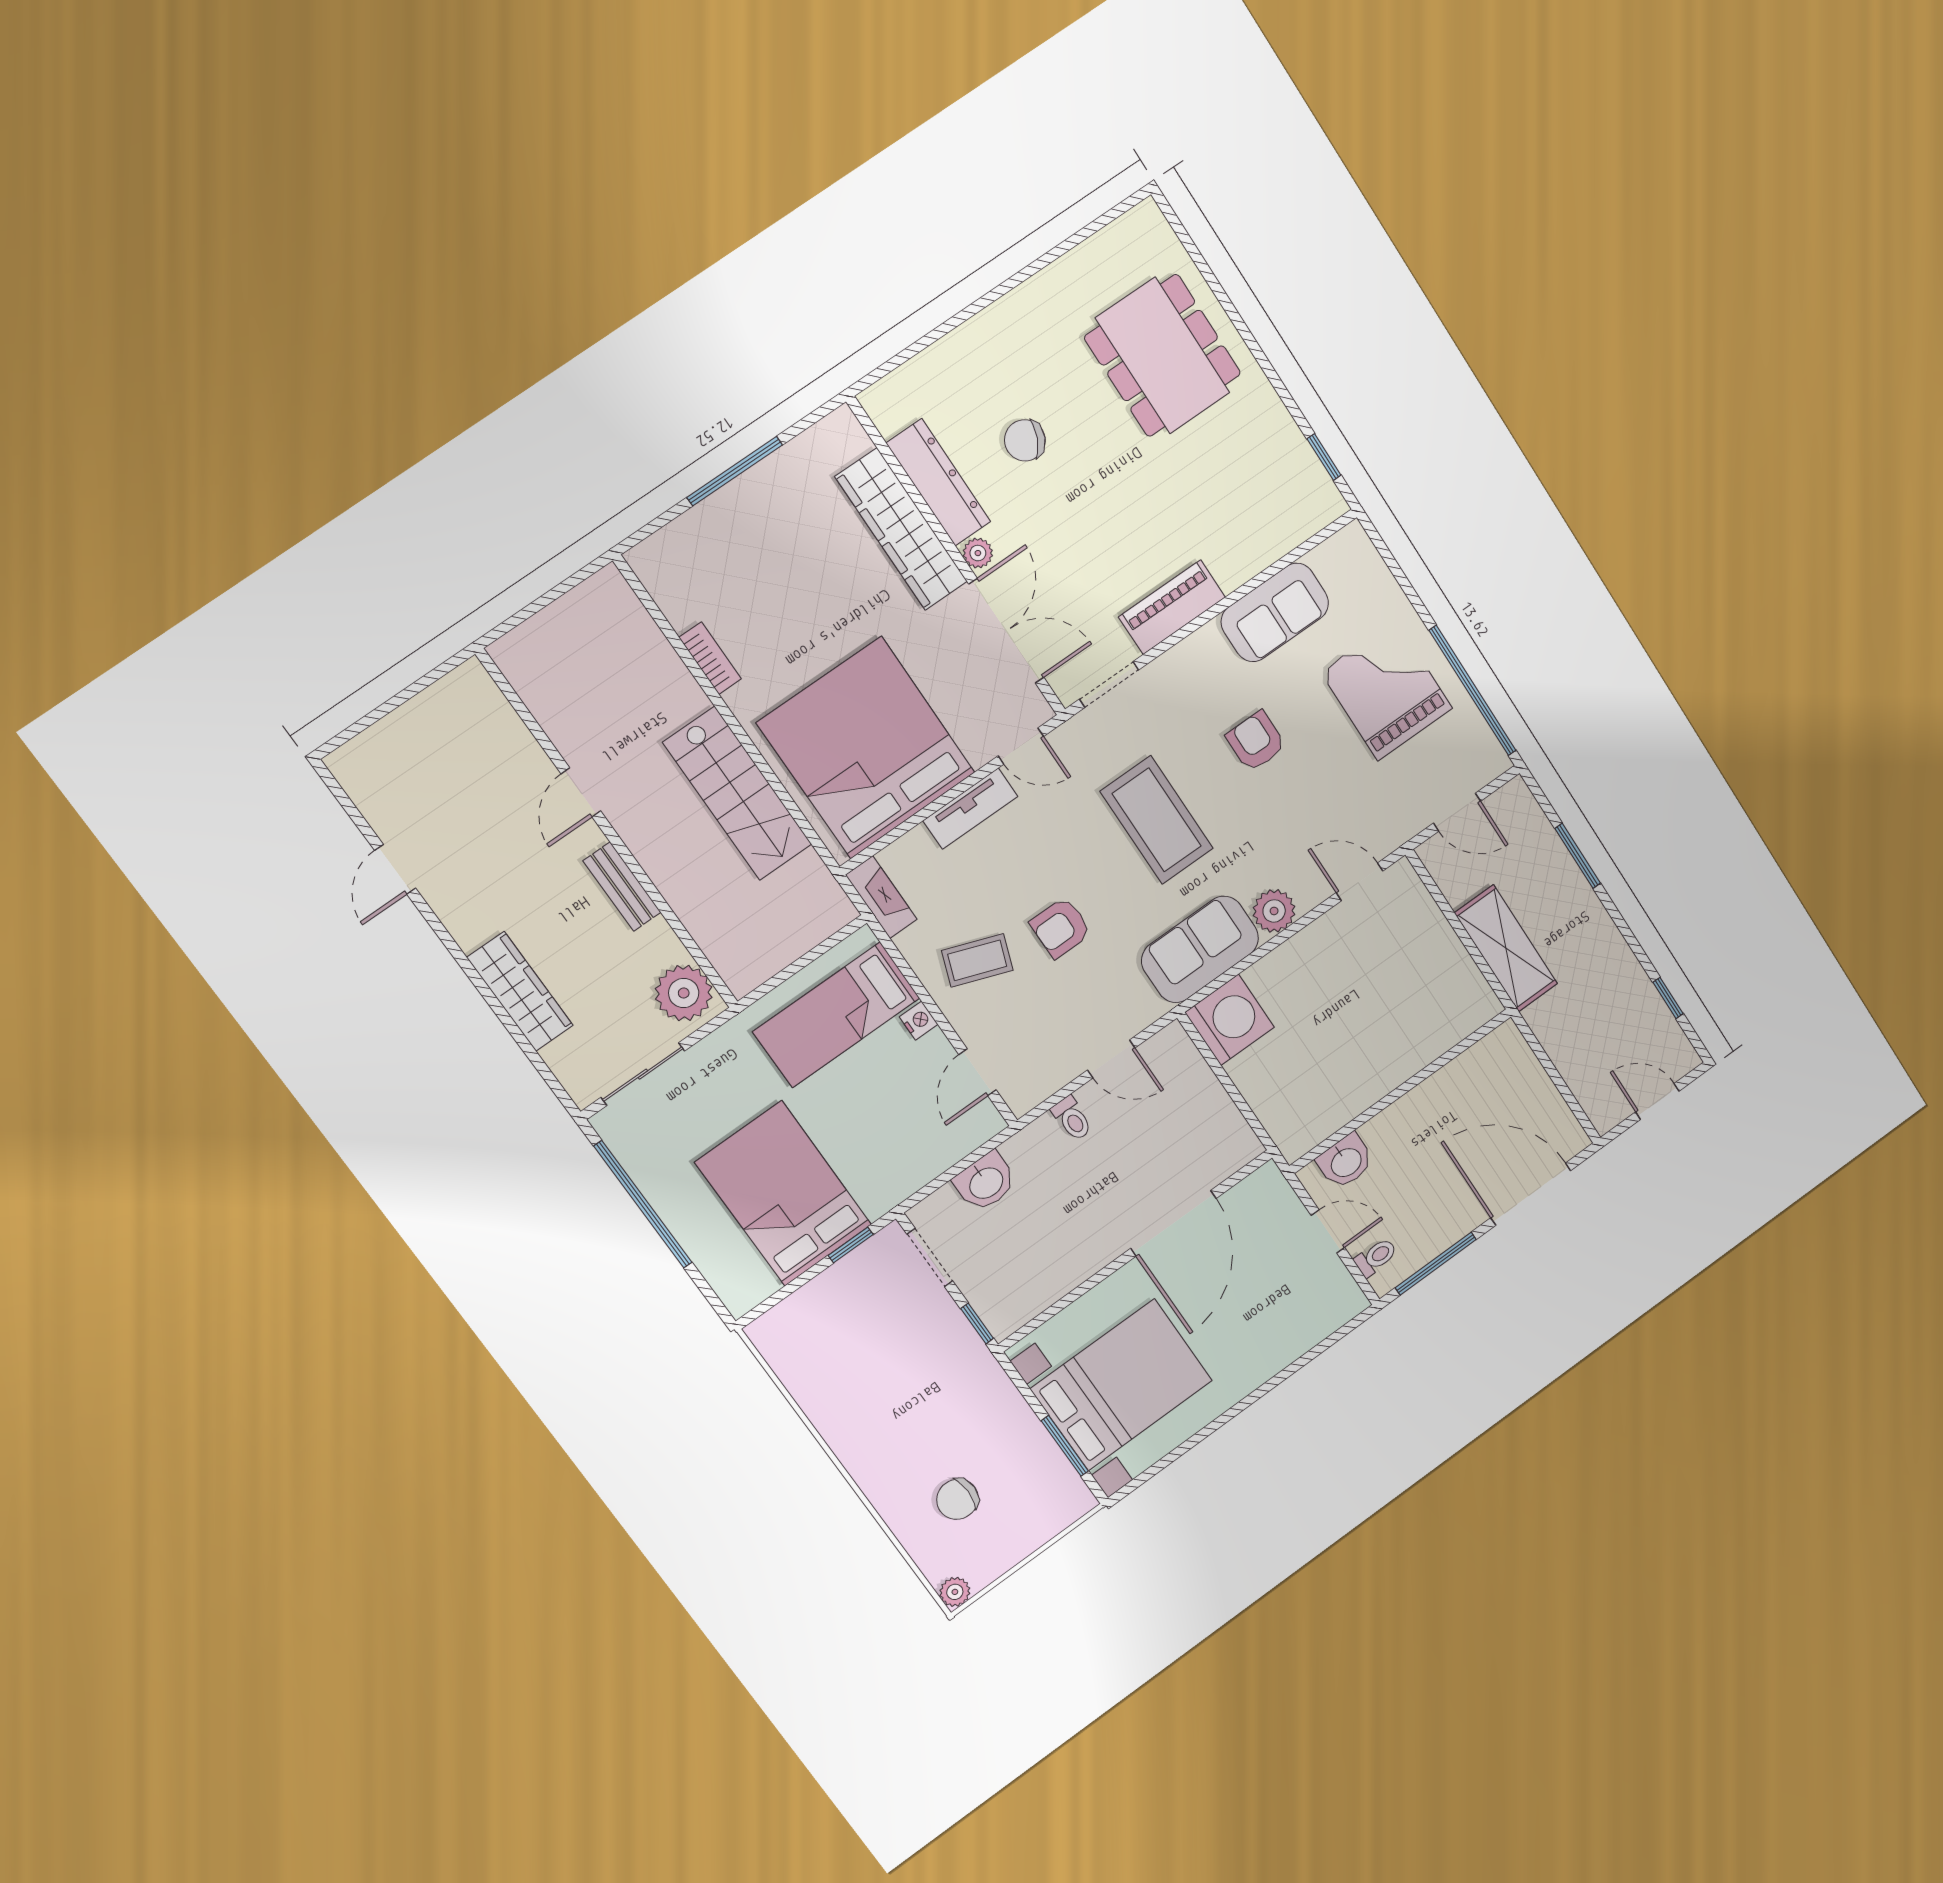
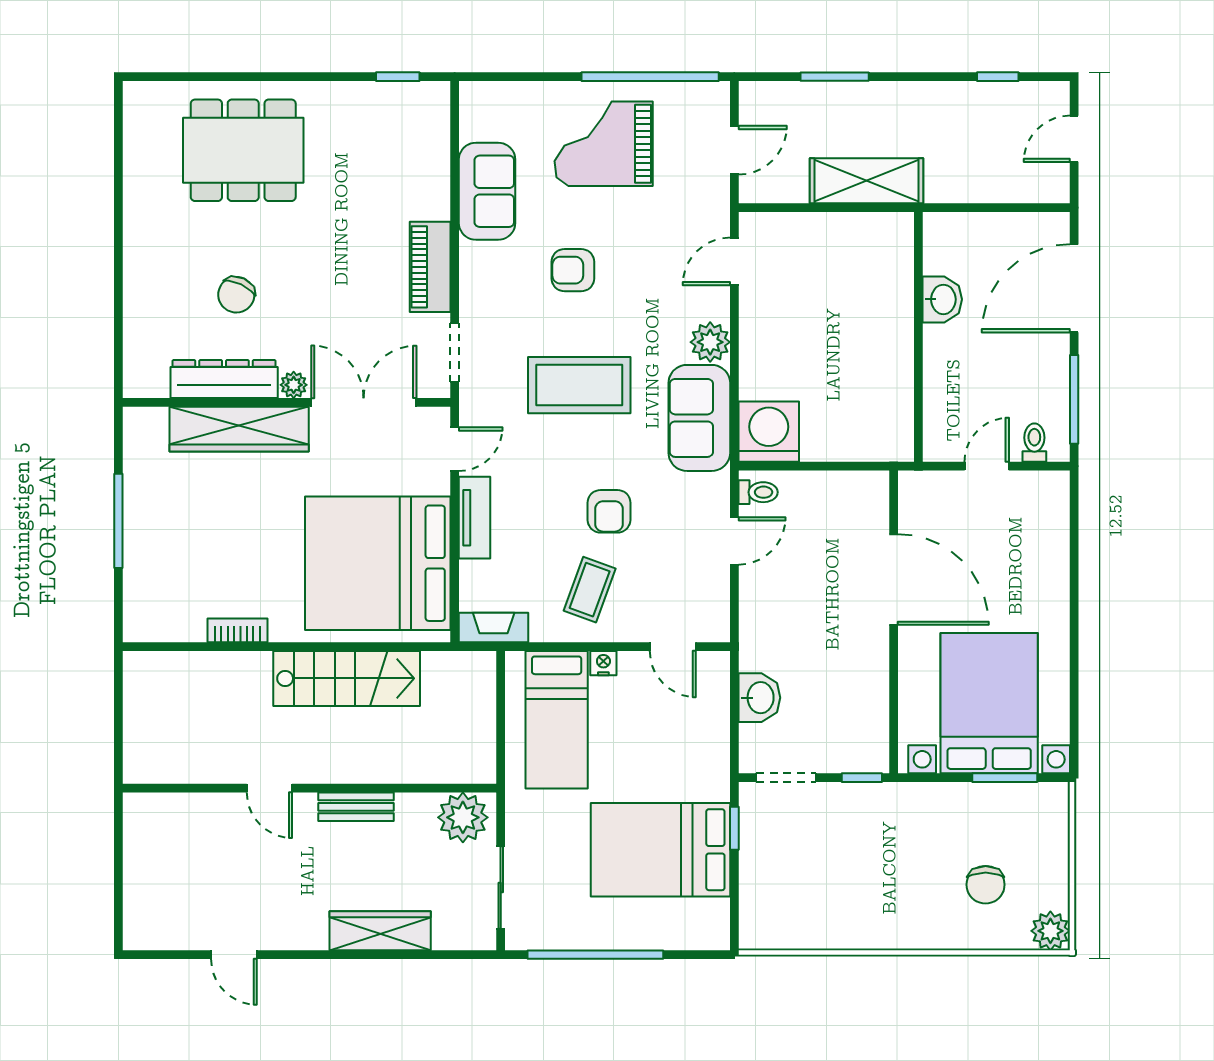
toilet: (1072, 1119) -> (758, 492), moved
washbasin: (1346, 1162) -> (942, 299), moved
plant: (955, 1592) -> (1050, 931), width x1.38, depth x1.38

